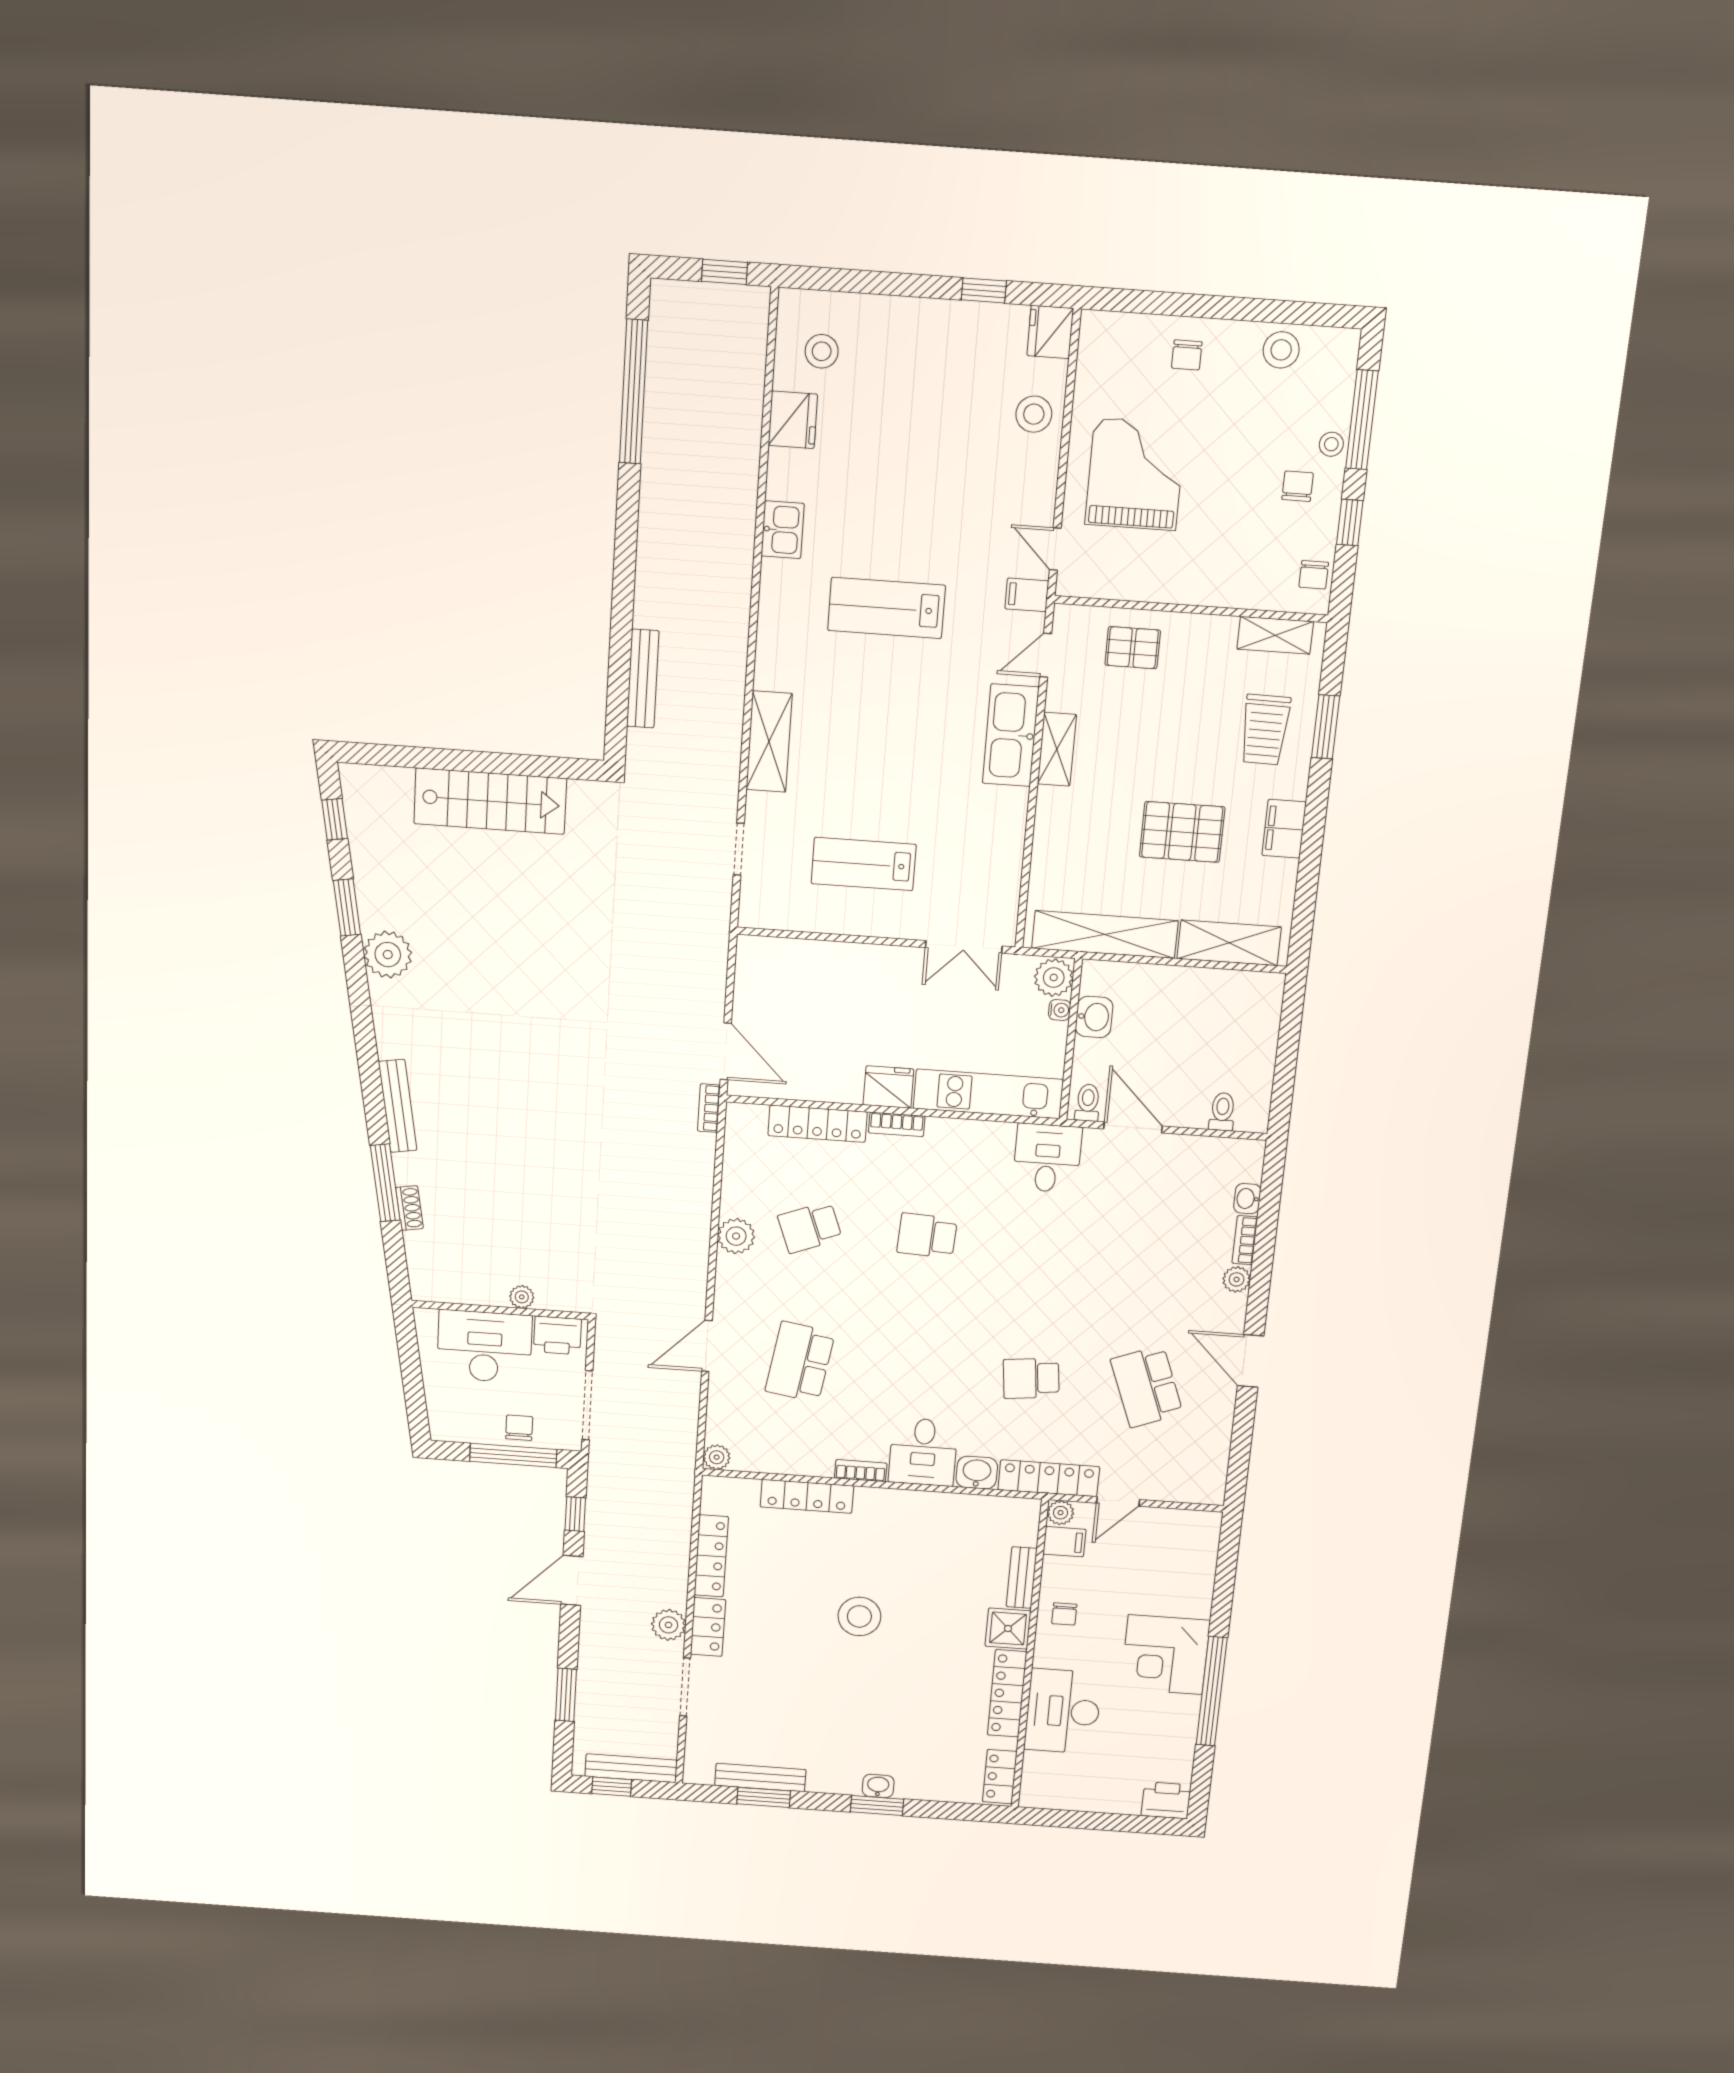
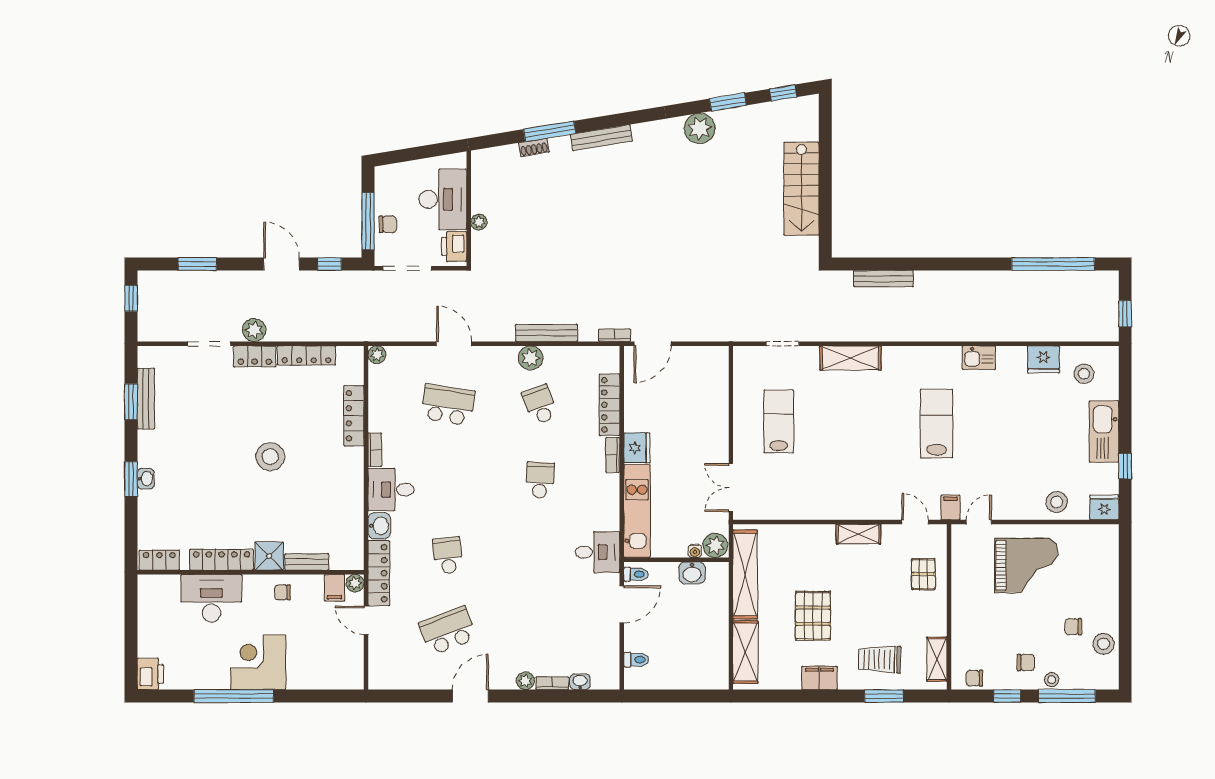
chair: (1187, 355) -> (1073, 627), moved
kitchen sink: (1011, 735) -> (1104, 432), moved, turned -90
bench: (631, 1768) -> (547, 333), moved, turned 90

